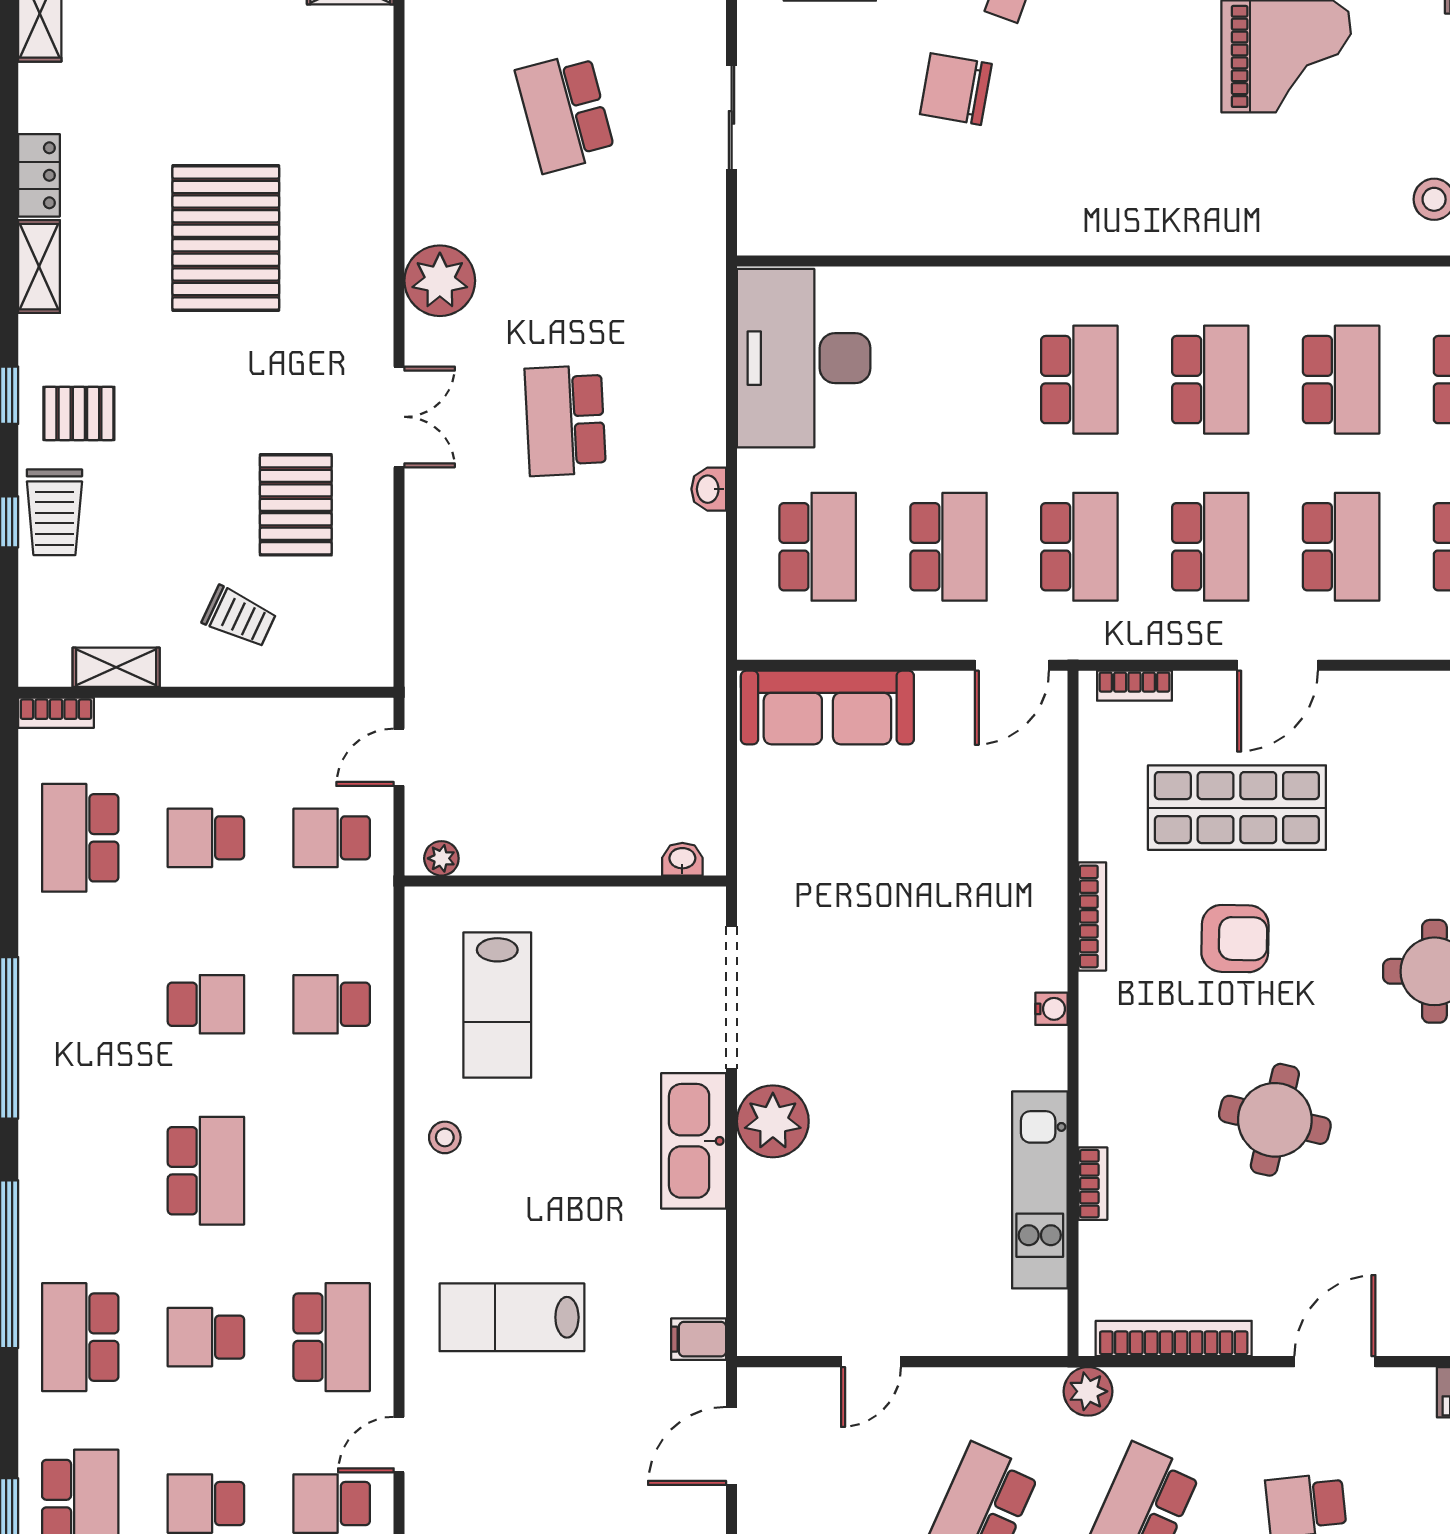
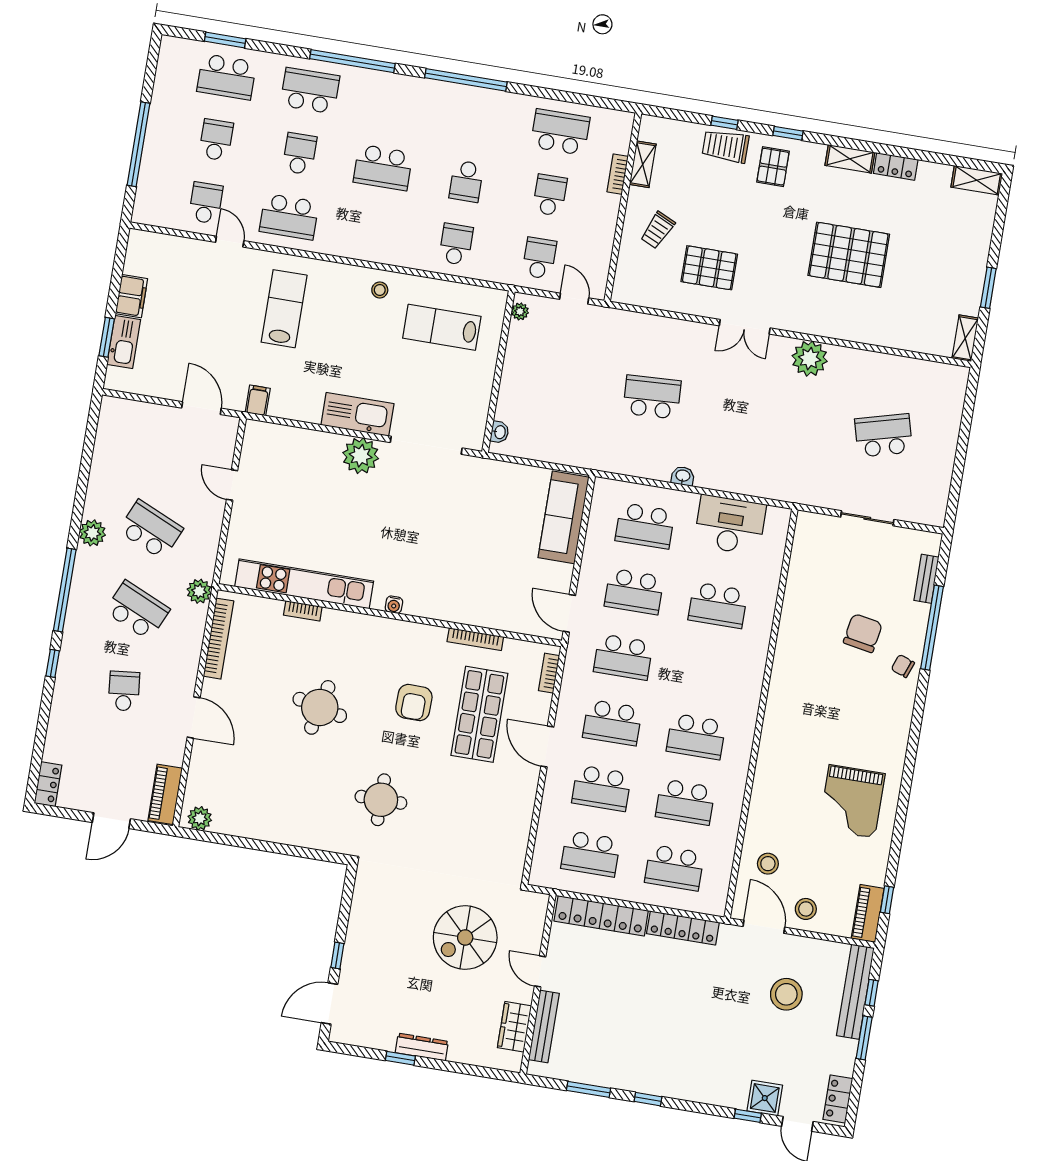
desk: (804, 358) -> (730, 525), width x0.73, depth x0.77
school desk: (1079, 380) -> (718, 605), moved
school desk: (565, 420) -> (652, 397), moved
bookcase: (56, 713) -> (618, 174), moved
bookcase: (1092, 916) -> (475, 639), moved
kitchen unit: (1040, 1190) -> (304, 584), width x1.36

